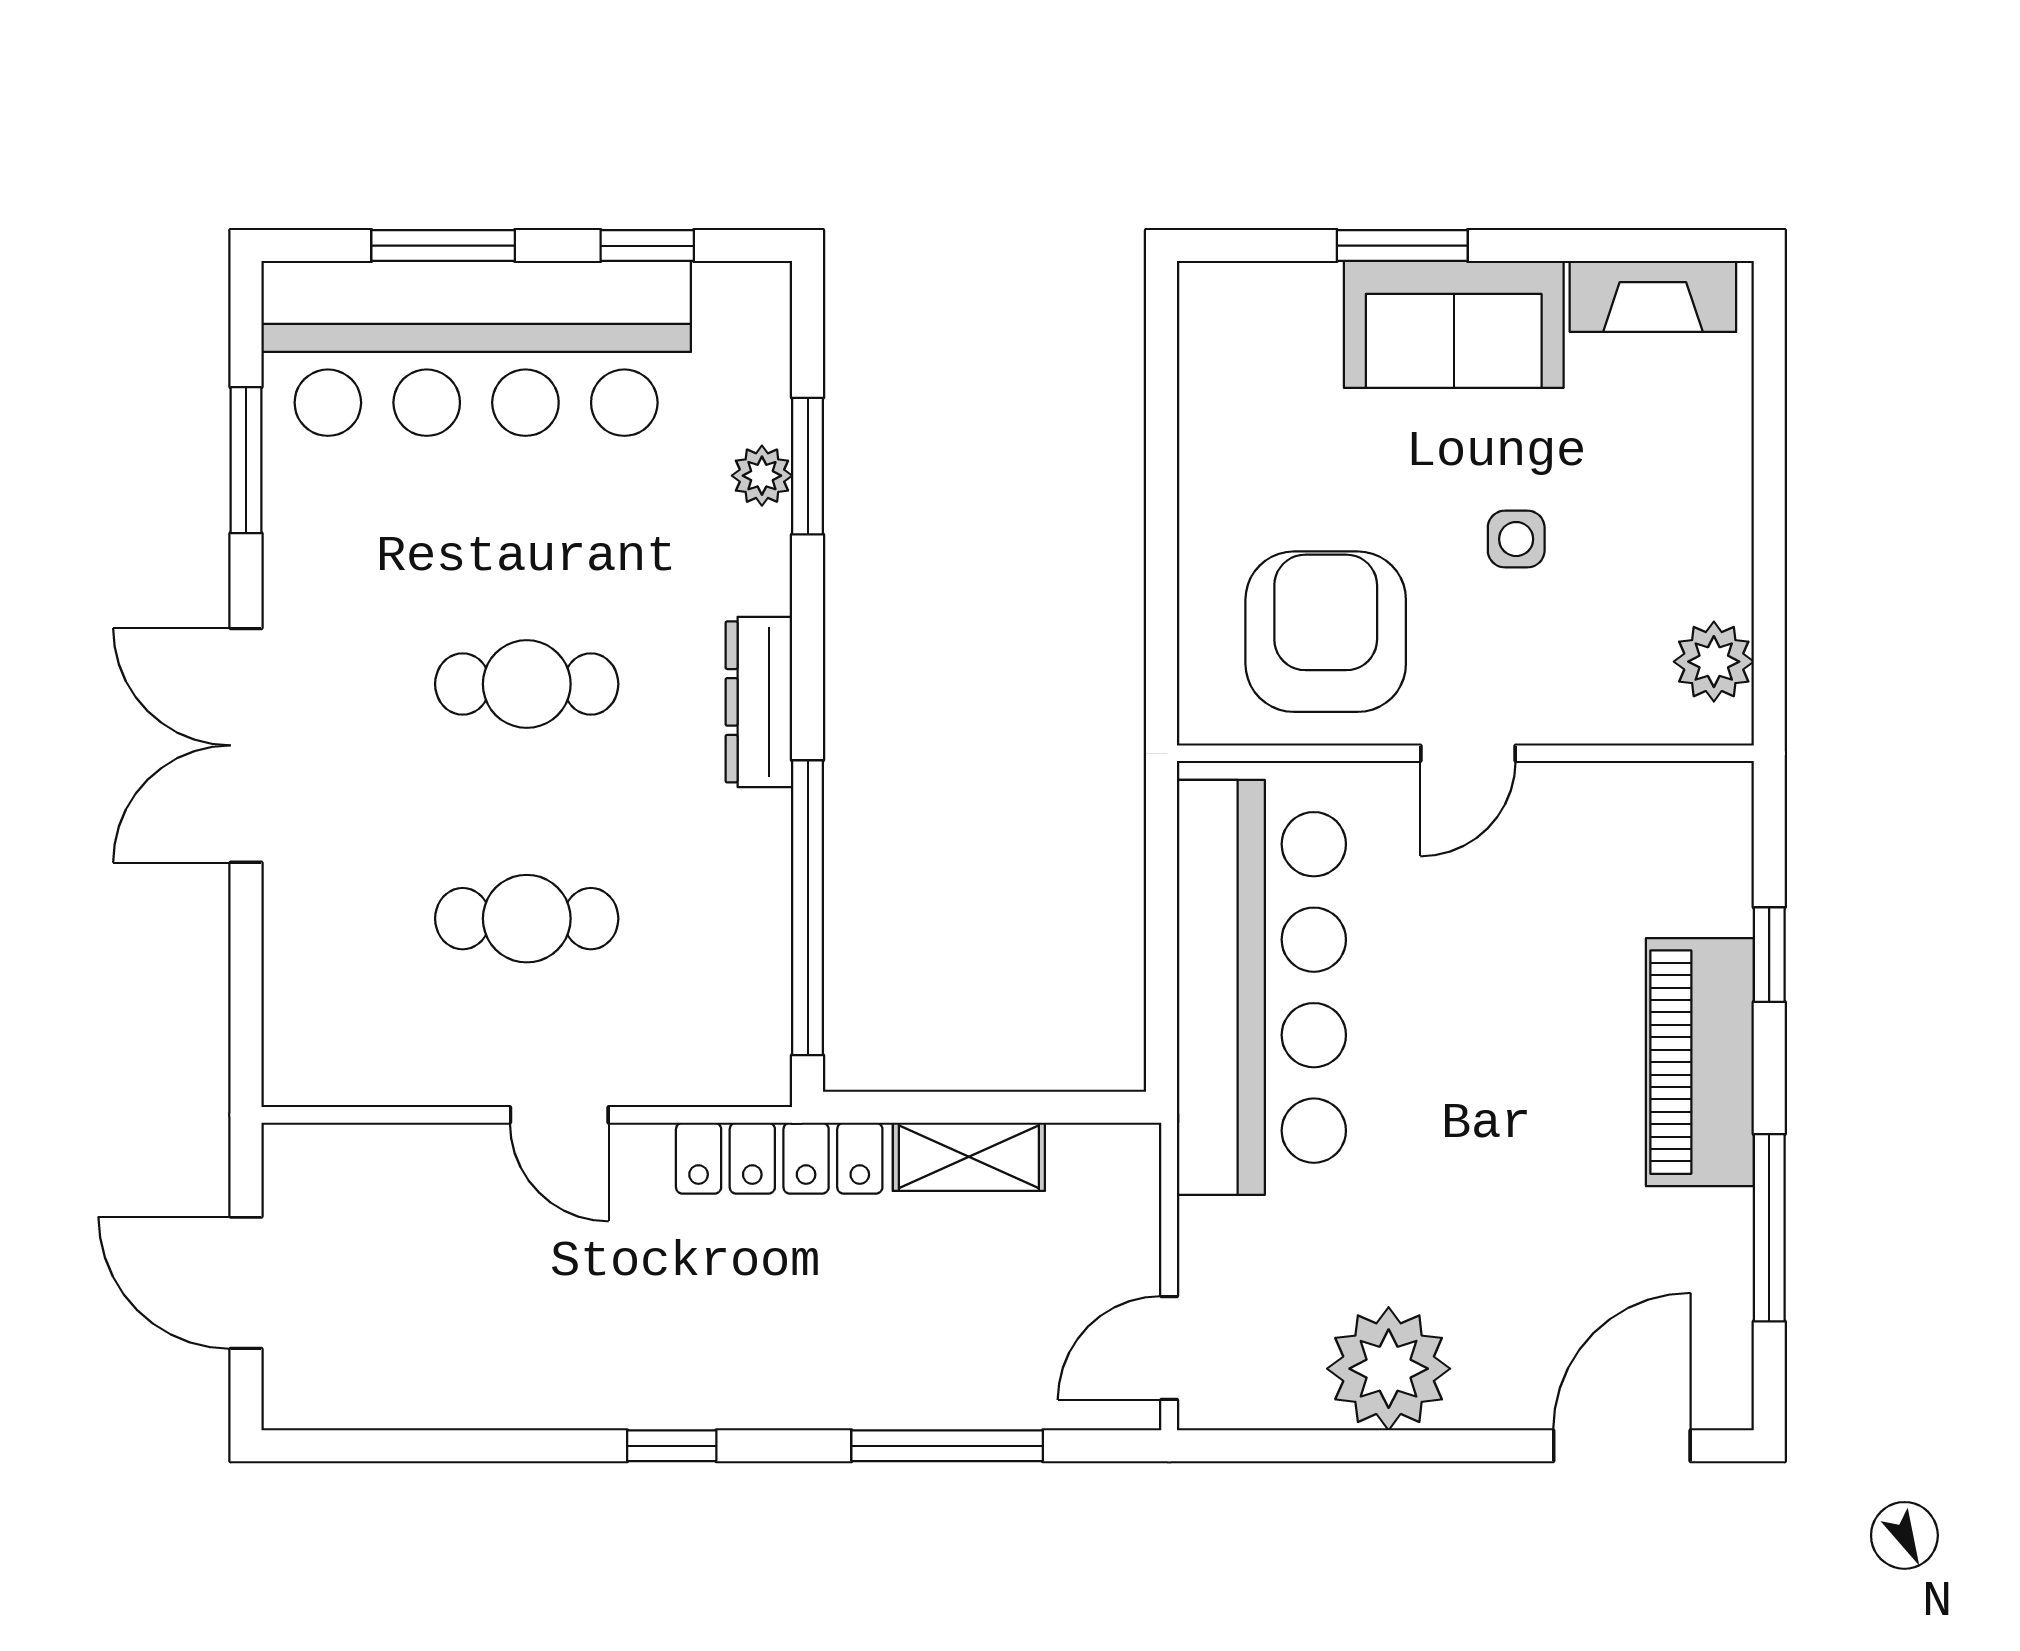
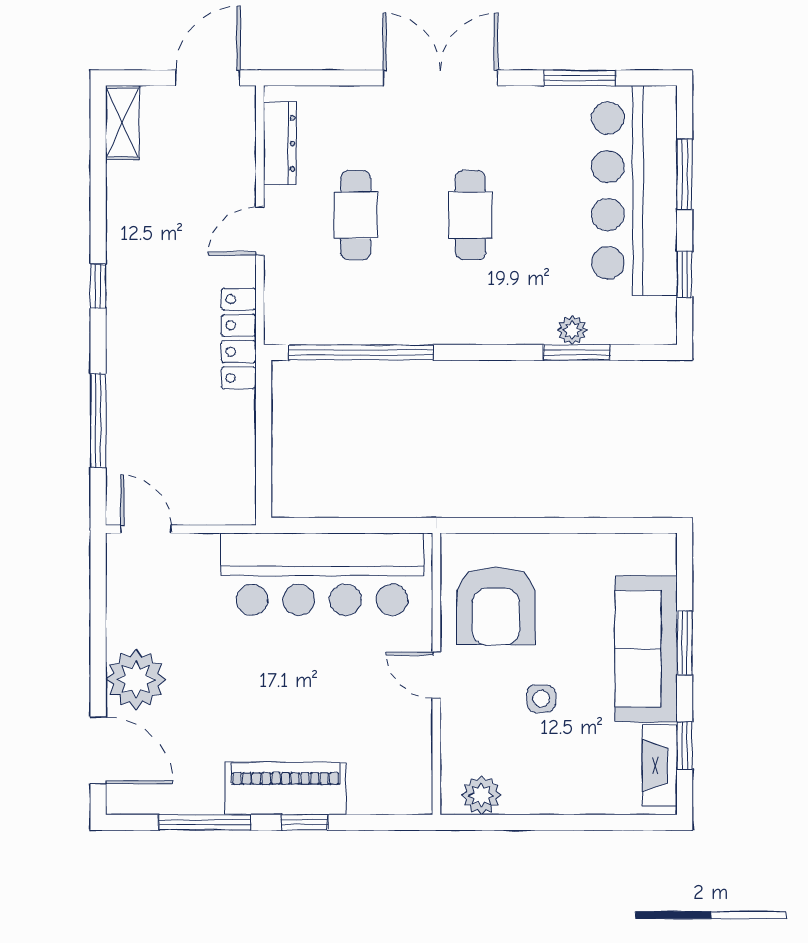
window: (1612, 246) -> (685, 746), added
sofa: (1454, 324) -> (646, 649), width x1.36
armchair: (1326, 632) -> (496, 606), turned 90
dresser: (759, 702) -> (280, 143), moved, turned 90
window: (1769, 955) -> (305, 822), moved
shelving: (969, 1157) -> (122, 123), moved
door: (246, 1283) -> (208, 78), moved
plant: (1389, 1369) -> (136, 679), moved

